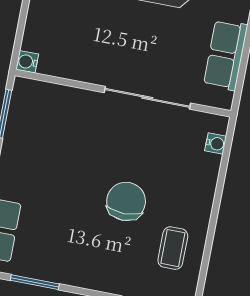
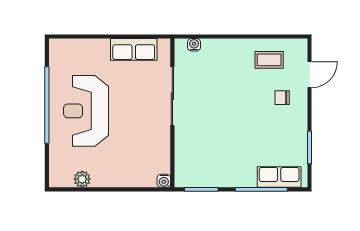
chair: (126, 201) -> (282, 98), moved, width x0.54, depth x0.54

